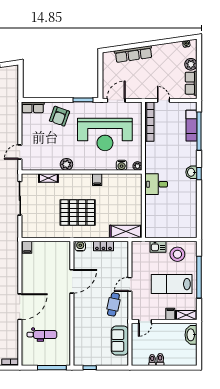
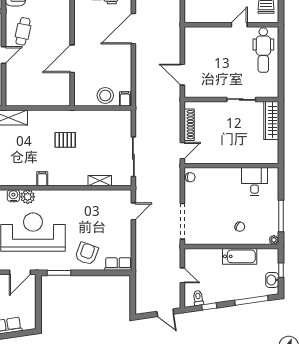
plant: (66, 164) -> (28, 197), moved
pallet: (78, 213) -> (65, 140), width x0.49, depth x0.50
water cooler: (80, 246) -> (62, 100), removed
locker: (103, 246) -> (35, 100), removed
stool: (44, 250) -> (105, 95), added

